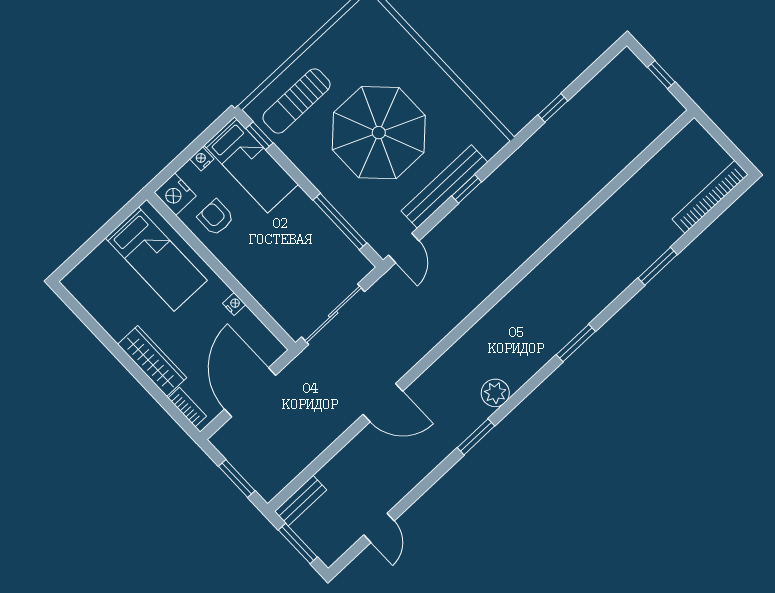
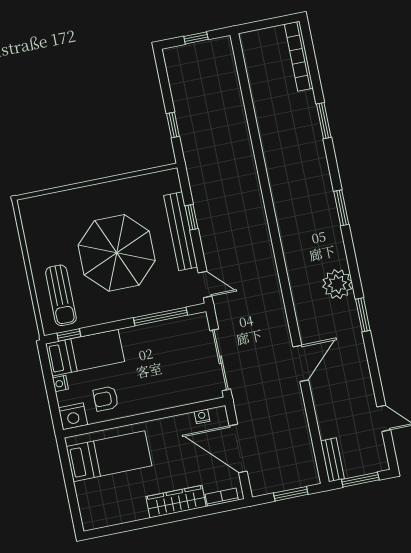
nightstand: (234, 304) -> (202, 416), moved
plant: (495, 393) -> (337, 284), width x1.36, depth x1.36

